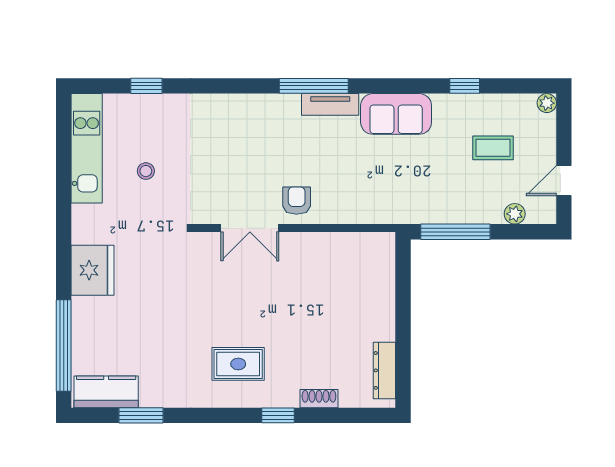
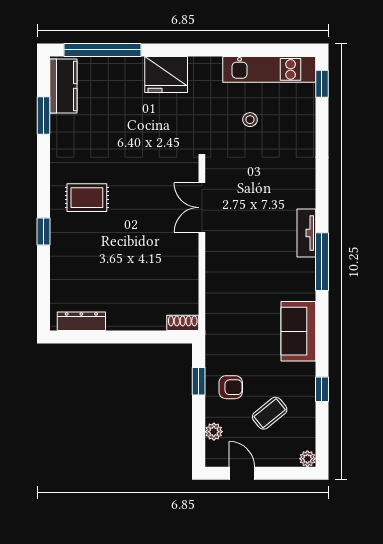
window: (146, 86) -> (322, 84), moved
tv unit: (330, 104) -> (306, 233), moved
coffee table: (493, 148) -> (270, 413), turned 51
armchair: (297, 201) -> (231, 387), moved
window: (455, 232) -> (199, 381), width x0.46
rug: (238, 364) -> (87, 198), turned 90
shoe rack: (319, 399) -> (183, 323), moved, turned -90

